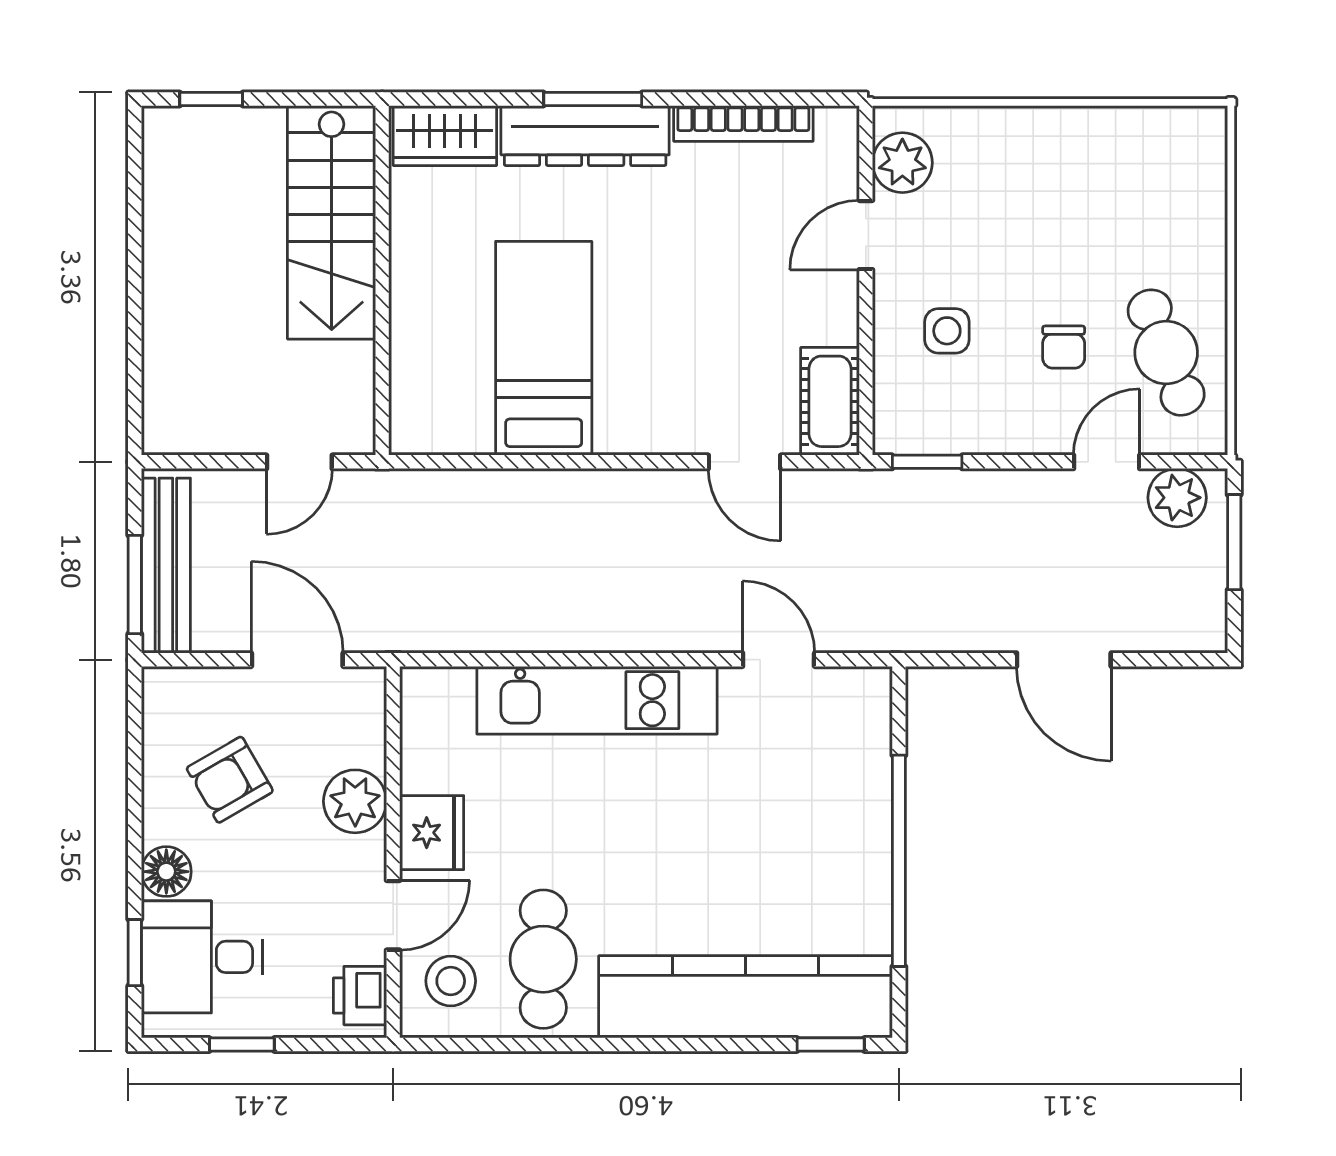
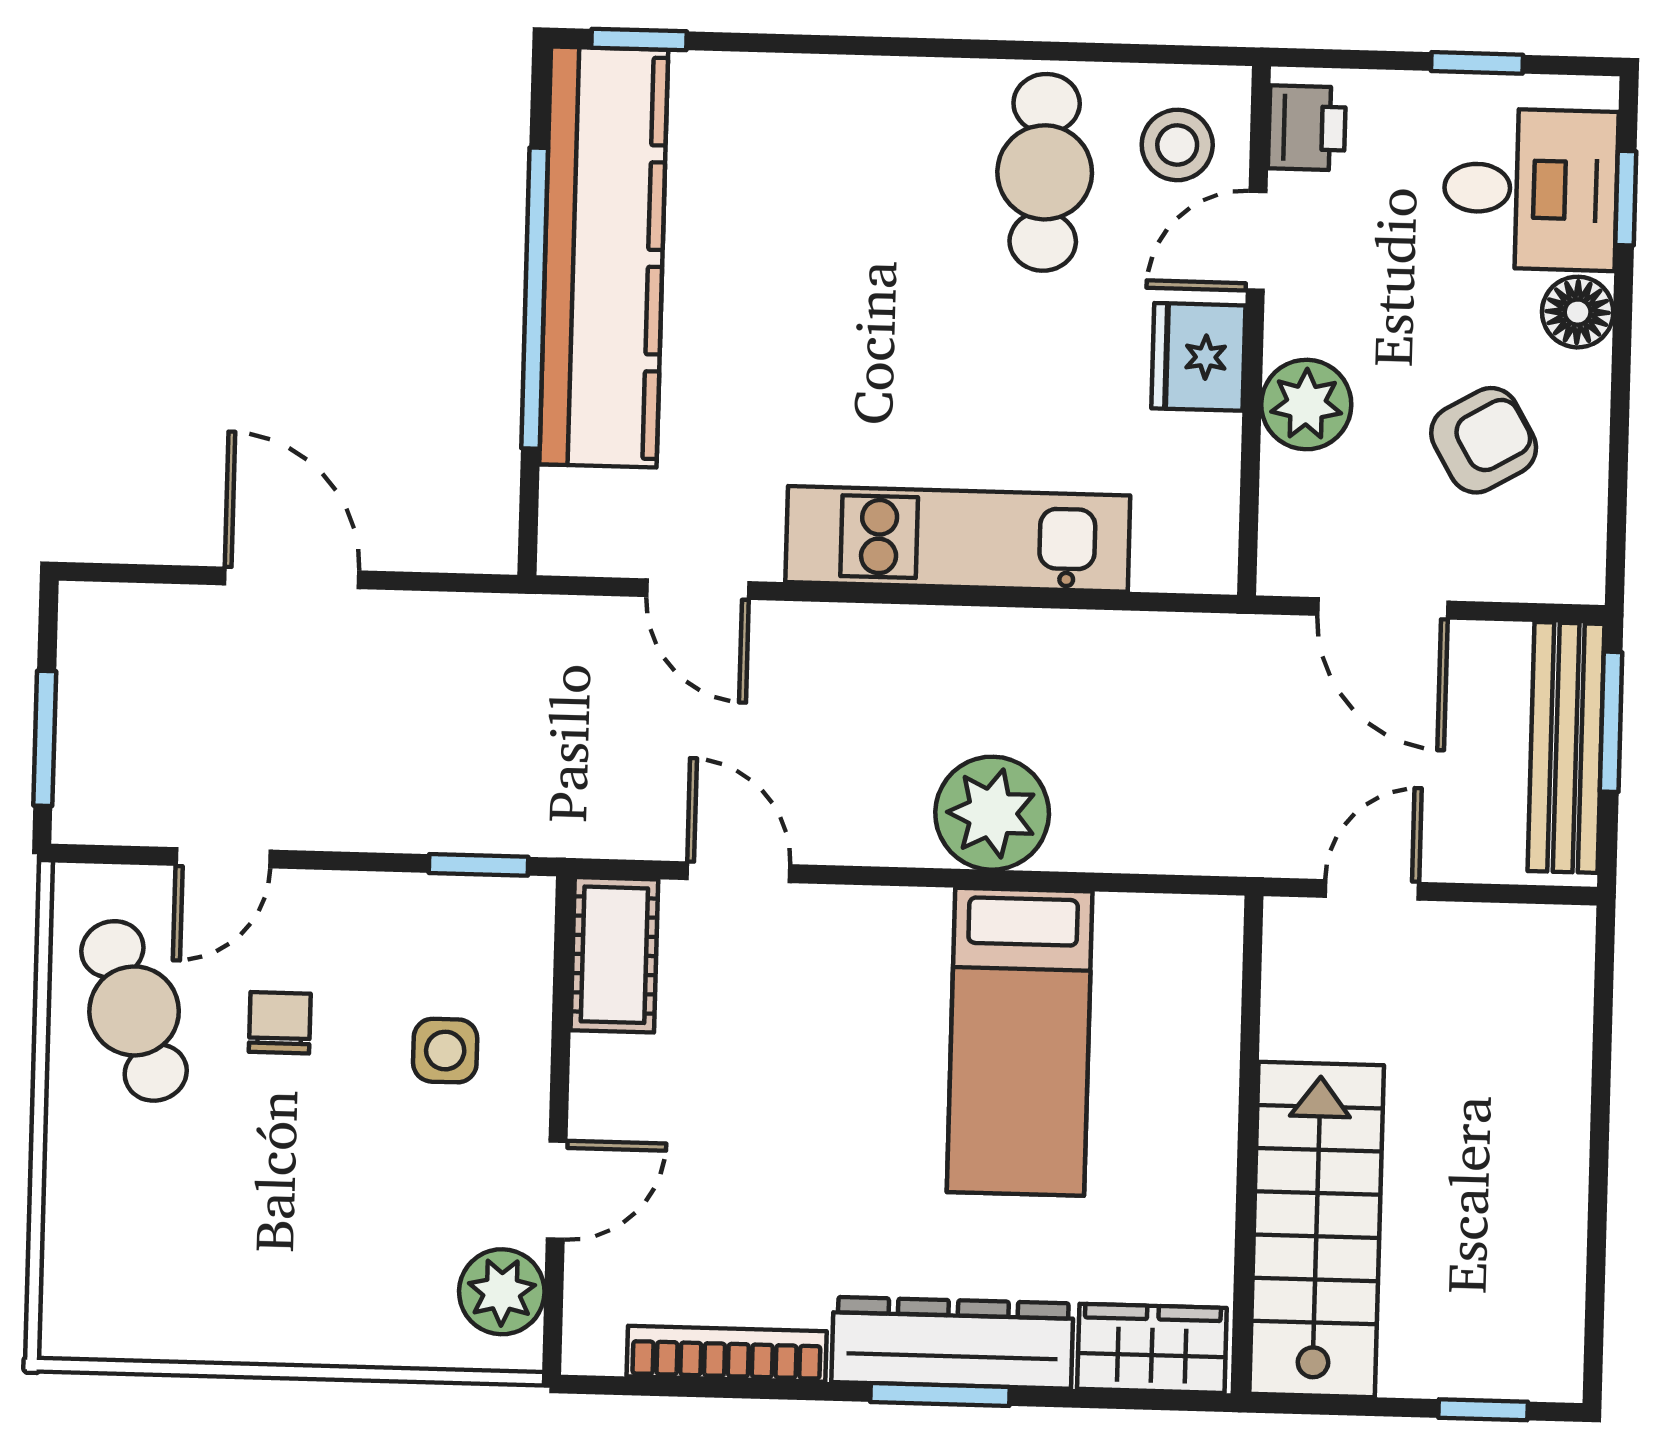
plant: (1177, 498) -> (992, 813), moved, width x1.36, depth x1.36
kitchen counter: (745, 997) -> (604, 257), moved, turned -90

